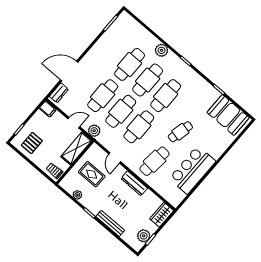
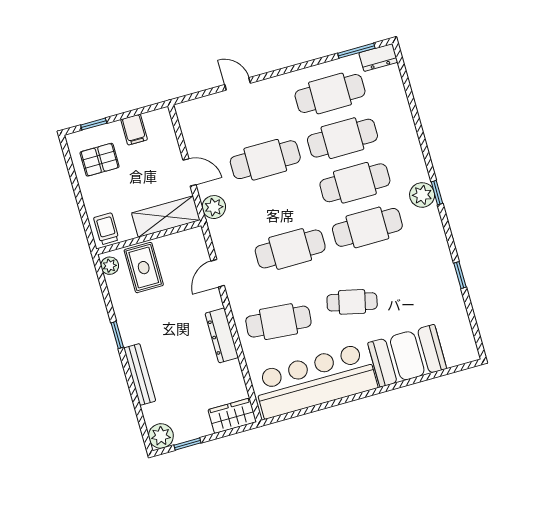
plant: (162, 50) -> (422, 195), moved
door: (69, 71) -> (238, 84), width x0.53
dresser: (59, 93) -> (378, 57), moved
filing cabinet: (48, 109) -> (134, 130), moved
cafe table: (121, 111) -> (330, 93), moved
booth: (228, 115) -> (407, 356), moved, turned 90
bar counter: (192, 170) -> (315, 381), width x1.36
rug: (92, 174) -> (144, 268), moved
plant: (77, 195) -> (110, 266), moved
plant: (144, 236) -> (161, 436), moved

